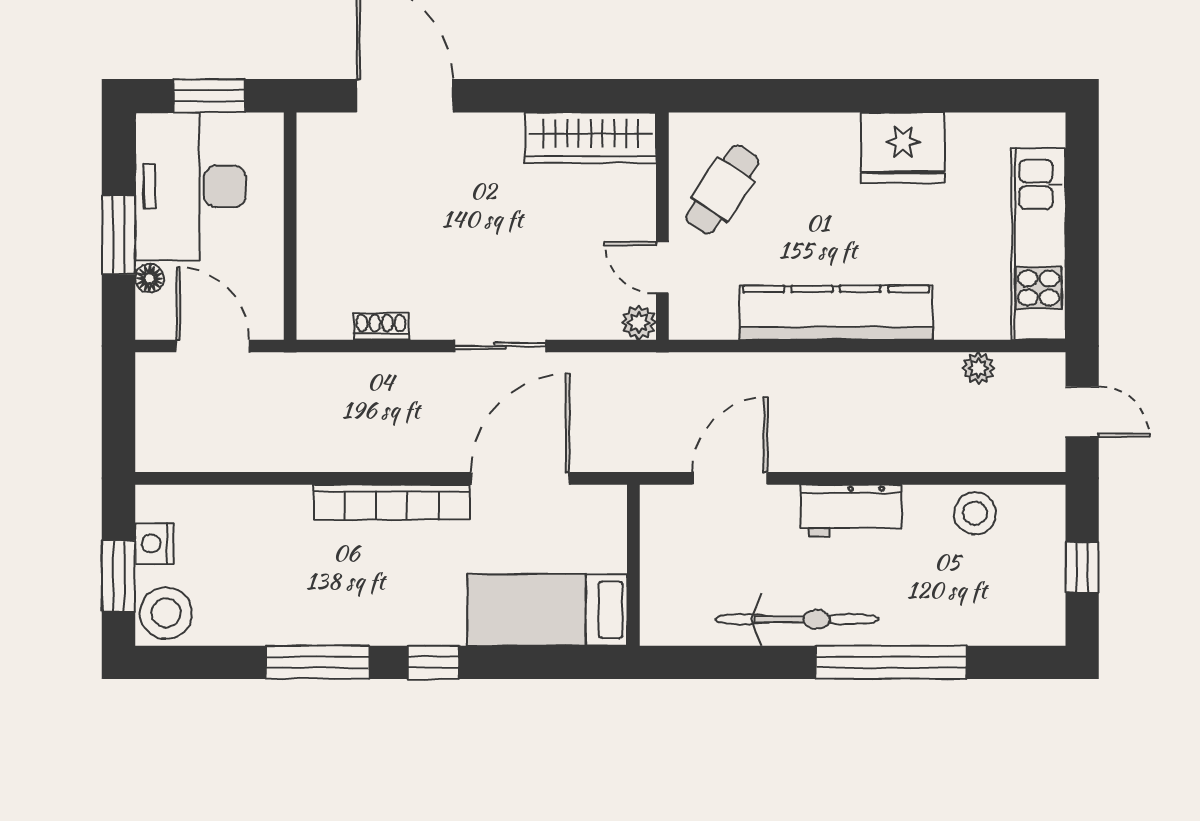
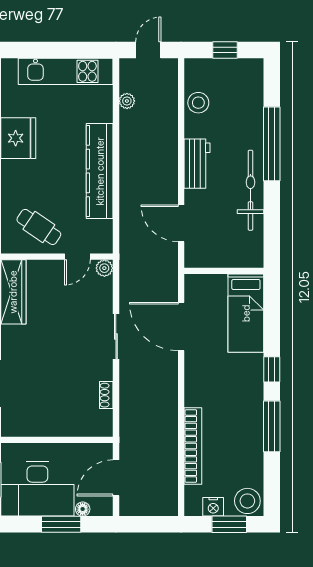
bookcase: (392, 502) -> (193, 446), moved

